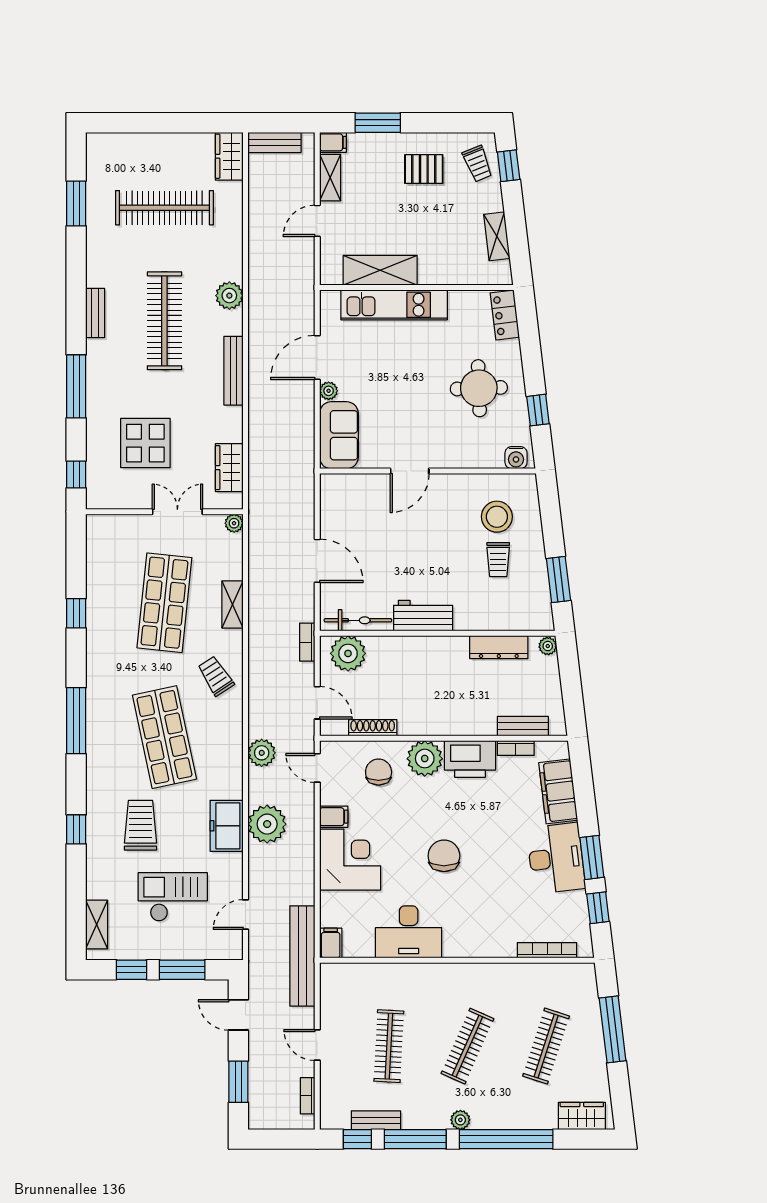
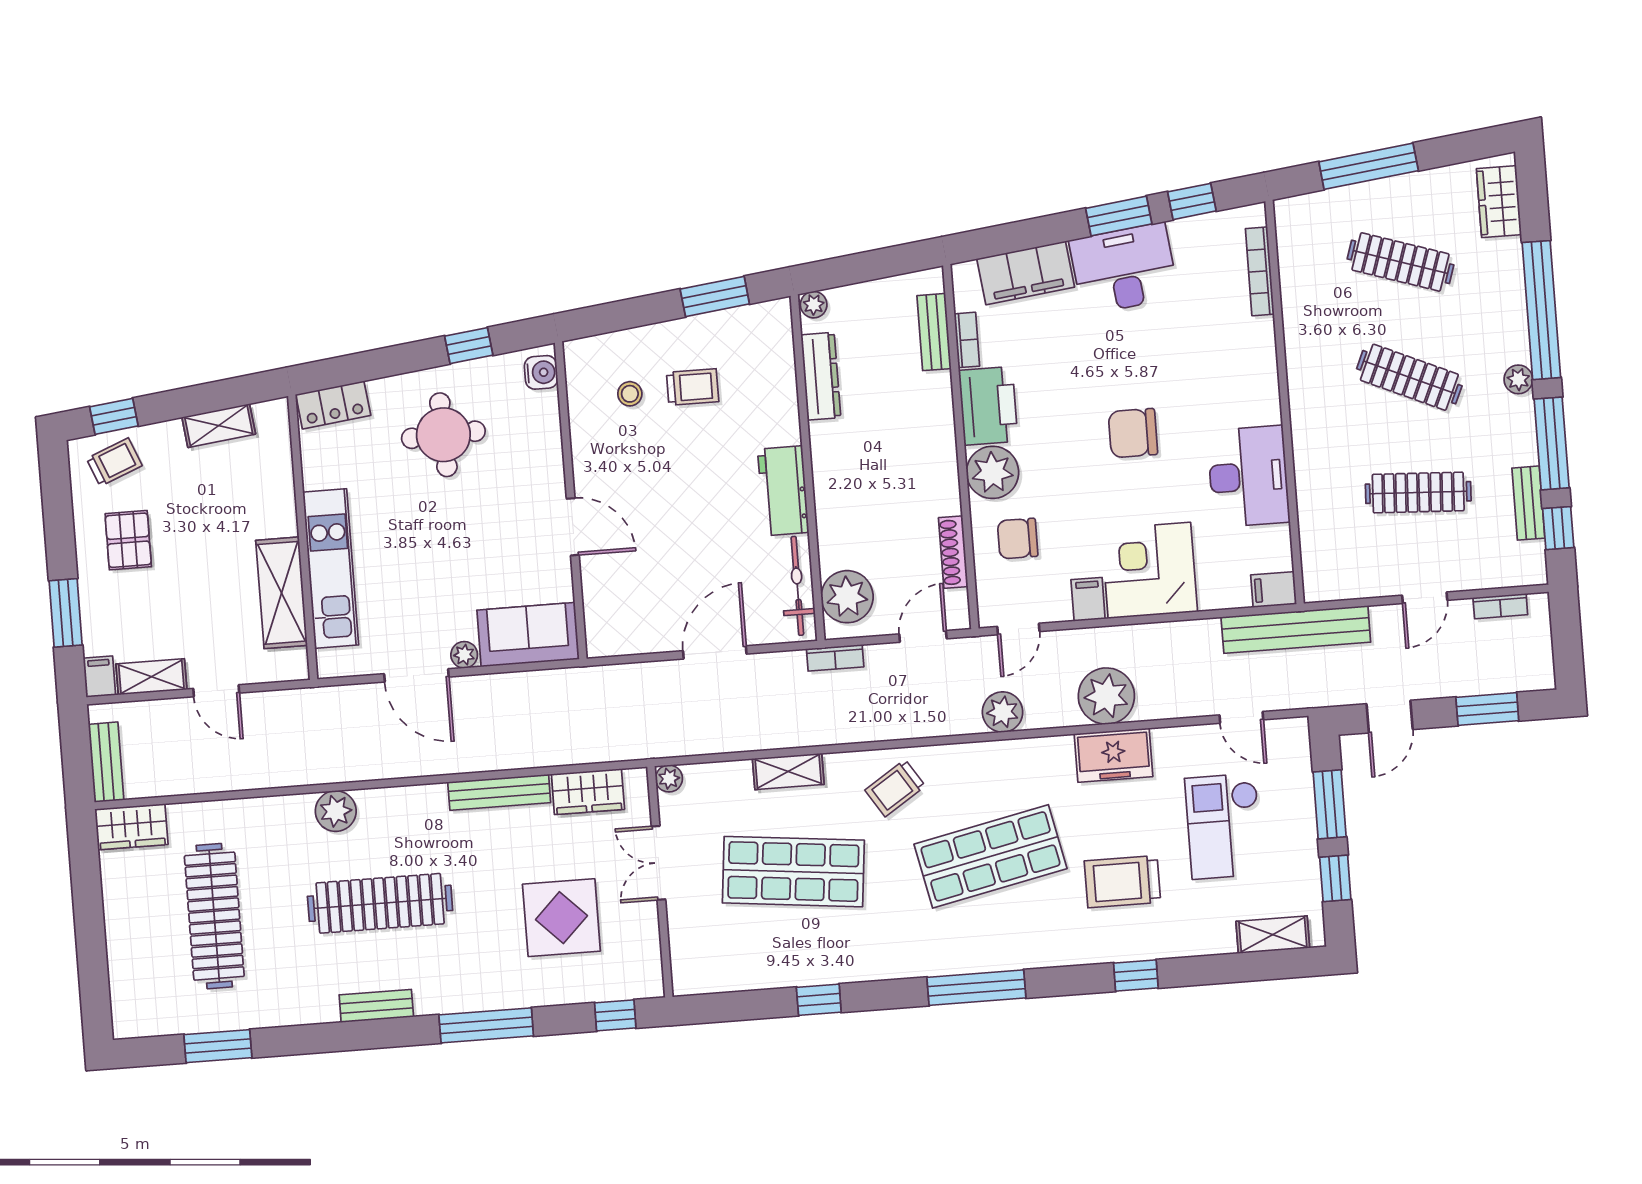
bench: (234, 371) -> (499, 792), moved
stool: (497, 517) -> (630, 394), width x0.53, depth x0.53

